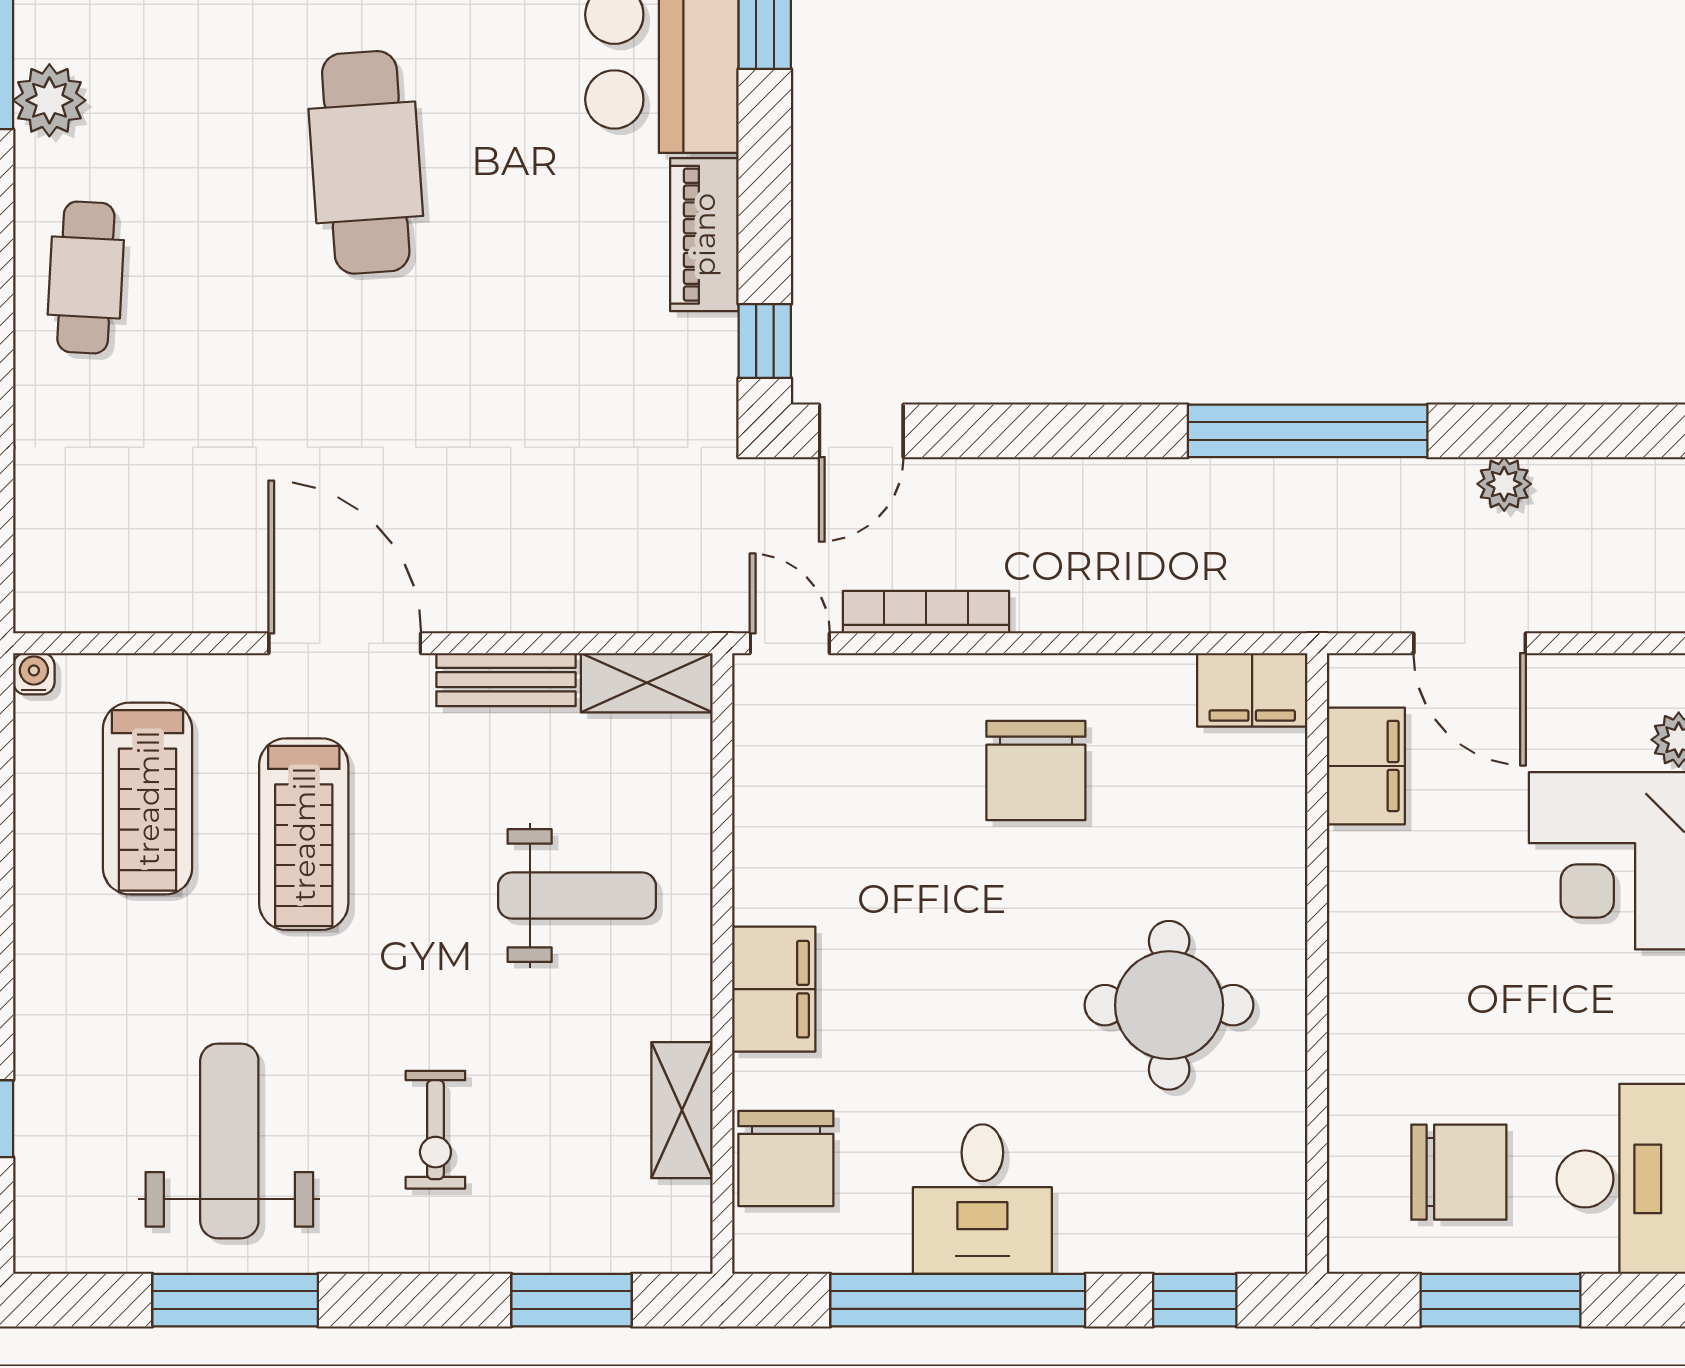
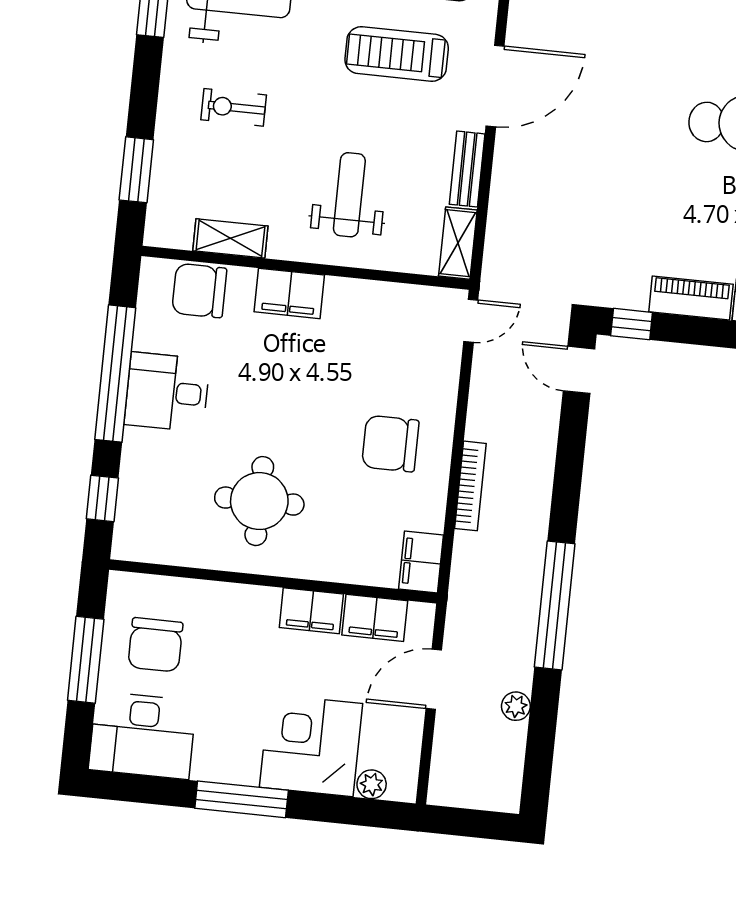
bookcase: (926, 612) -> (470, 486), moved
filing cabinet: (1365, 886) -> (311, 611), added
weight bench: (577, 896) -> (349, 195), turned 180

